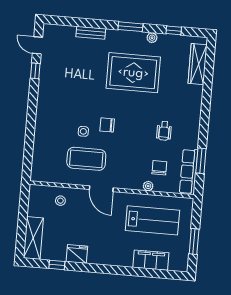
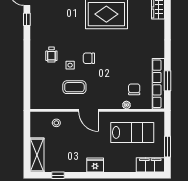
wheelchair: (164, 131) -> (51, 55), moved
coffee table: (86, 159) -> (74, 87), width x0.73, depth x0.76
row of seats: (189, 172) -> (158, 84), width x1.36
fridge: (77, 254) -> (95, 165), moved
filing cabinet: (151, 260) -> (150, 165), moved

